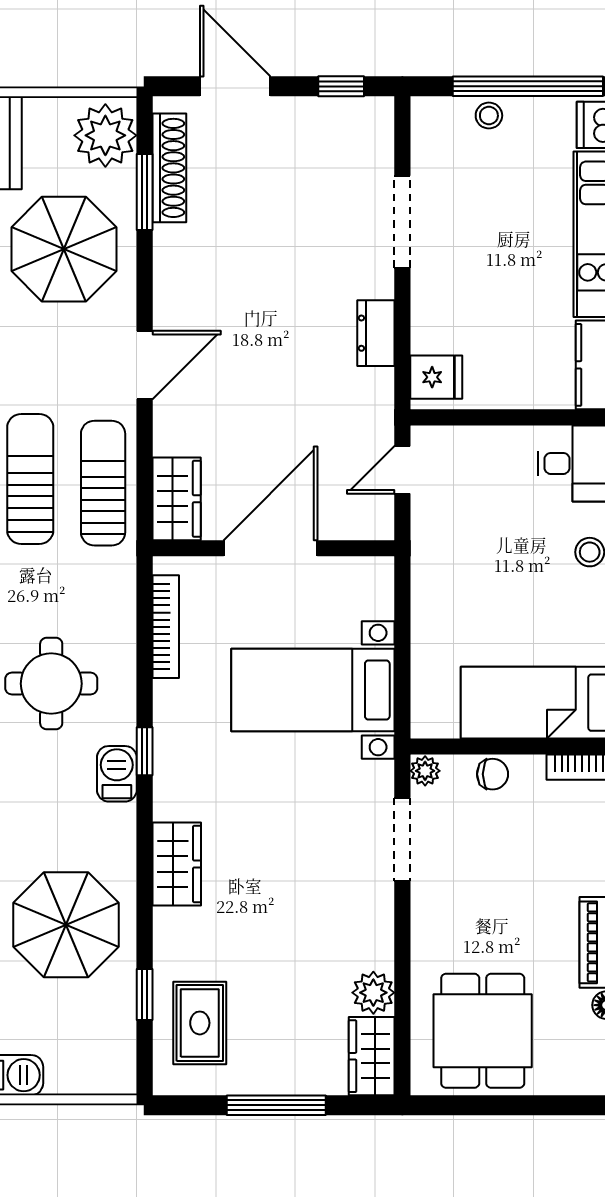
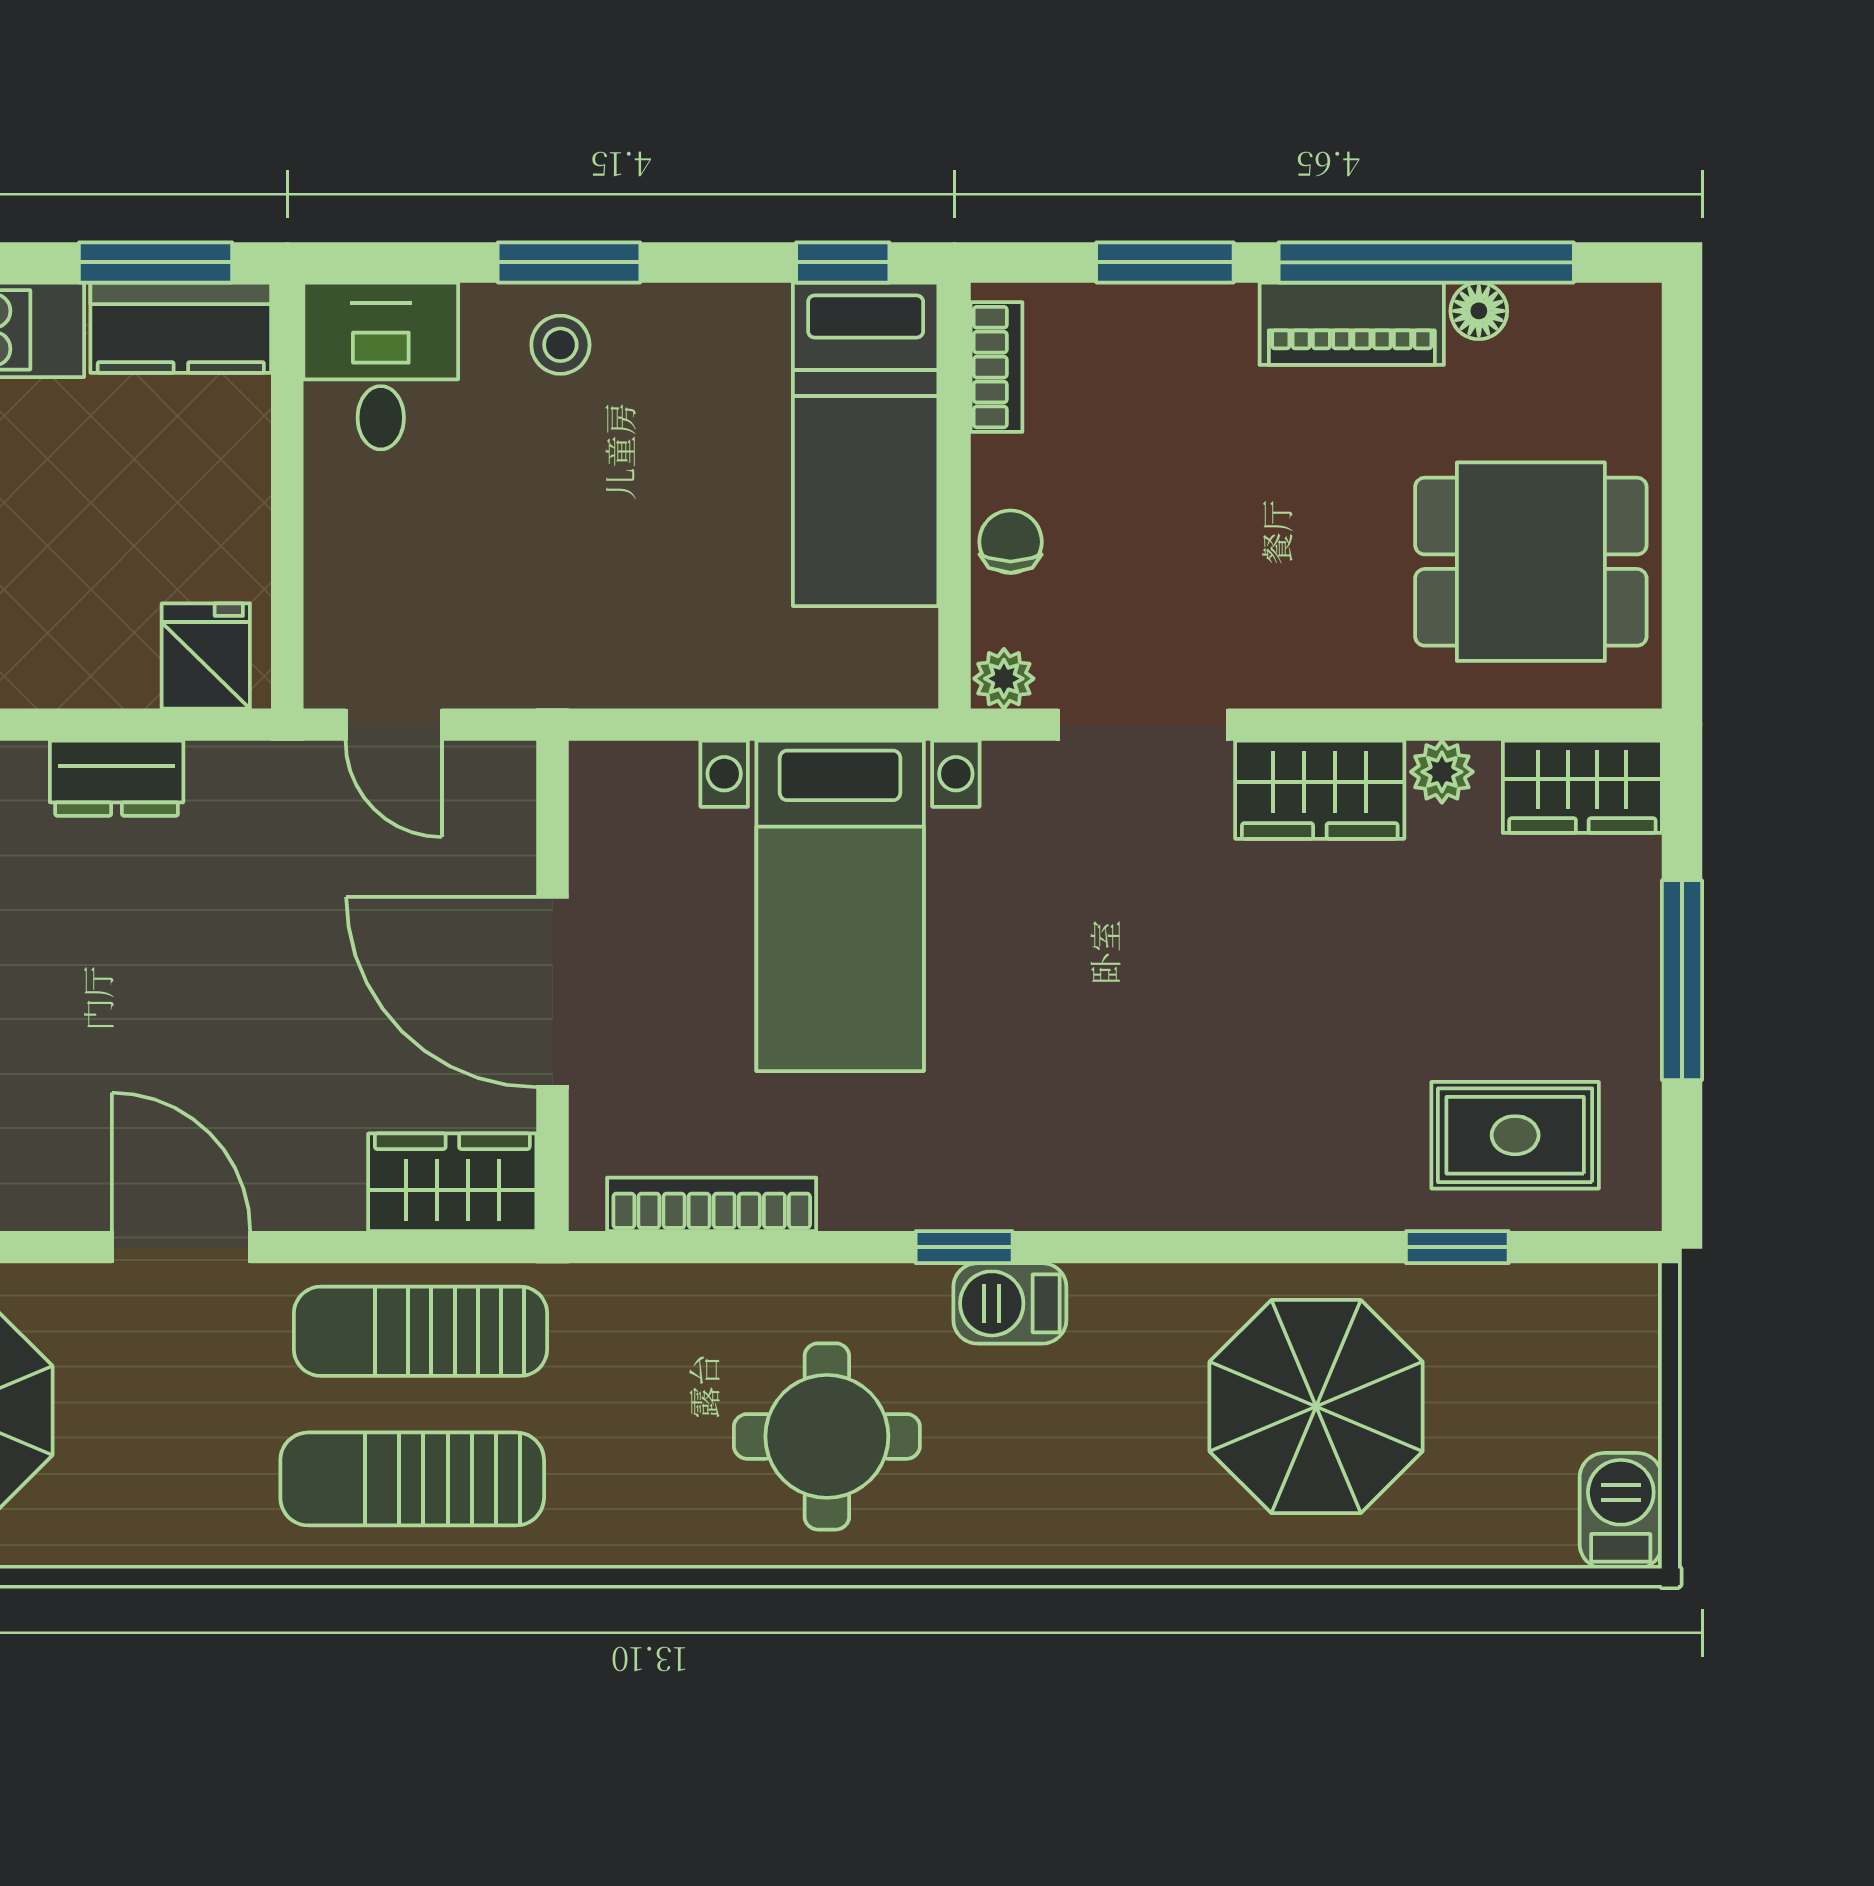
wardrobe: (177, 864) -> (1320, 790), moved, turned 180
plant: (373, 993) -> (1442, 772), width x0.73, depth x0.73

